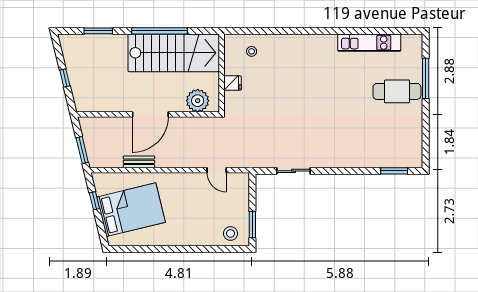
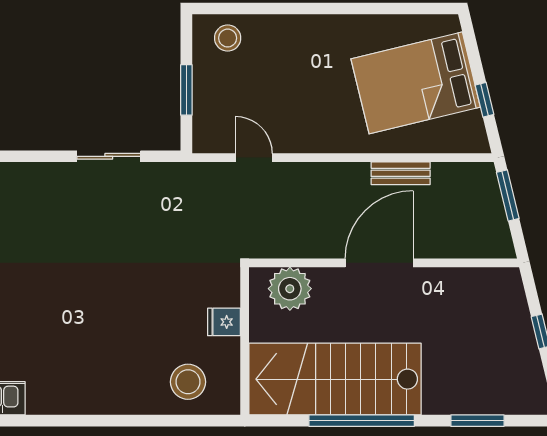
stool: (252, 51) -> (188, 382), width x1.89, depth x1.89
window: (252, 224) -> (186, 90), moved

